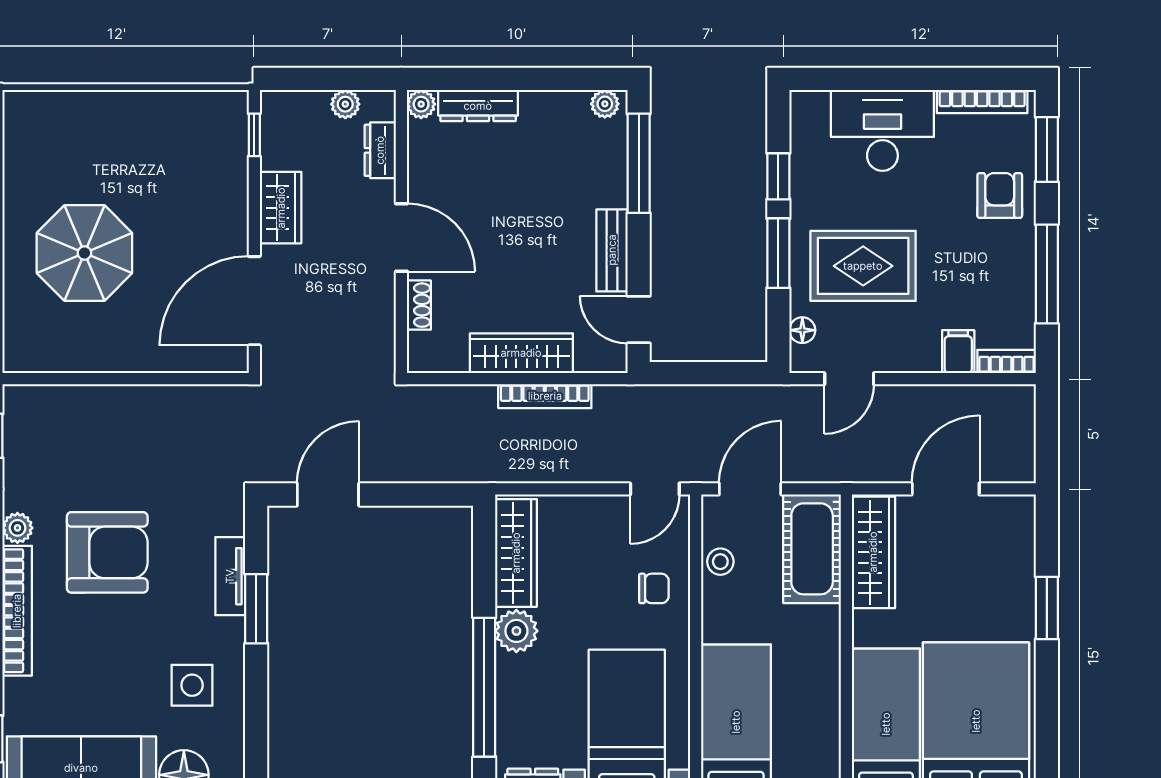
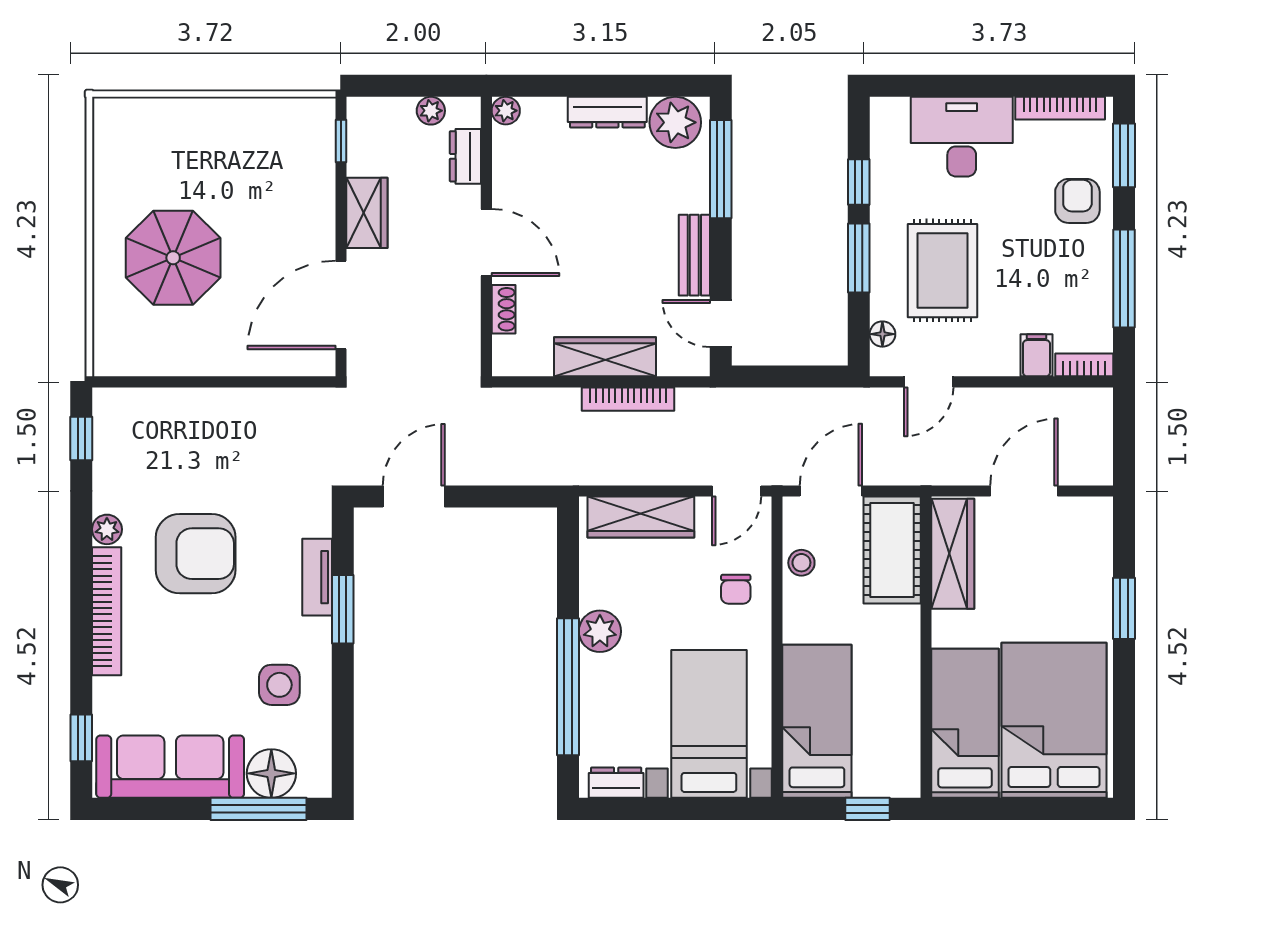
plant: (605, 104) -> (675, 122), width x1.87, depth x1.87
dresser: (478, 106) -> (607, 112), moved
rug: (863, 266) -> (942, 271), turned 90
wardrobe: (516, 553) -> (641, 517), moved, turned 90
chair: (654, 588) -> (736, 589), turned 90

